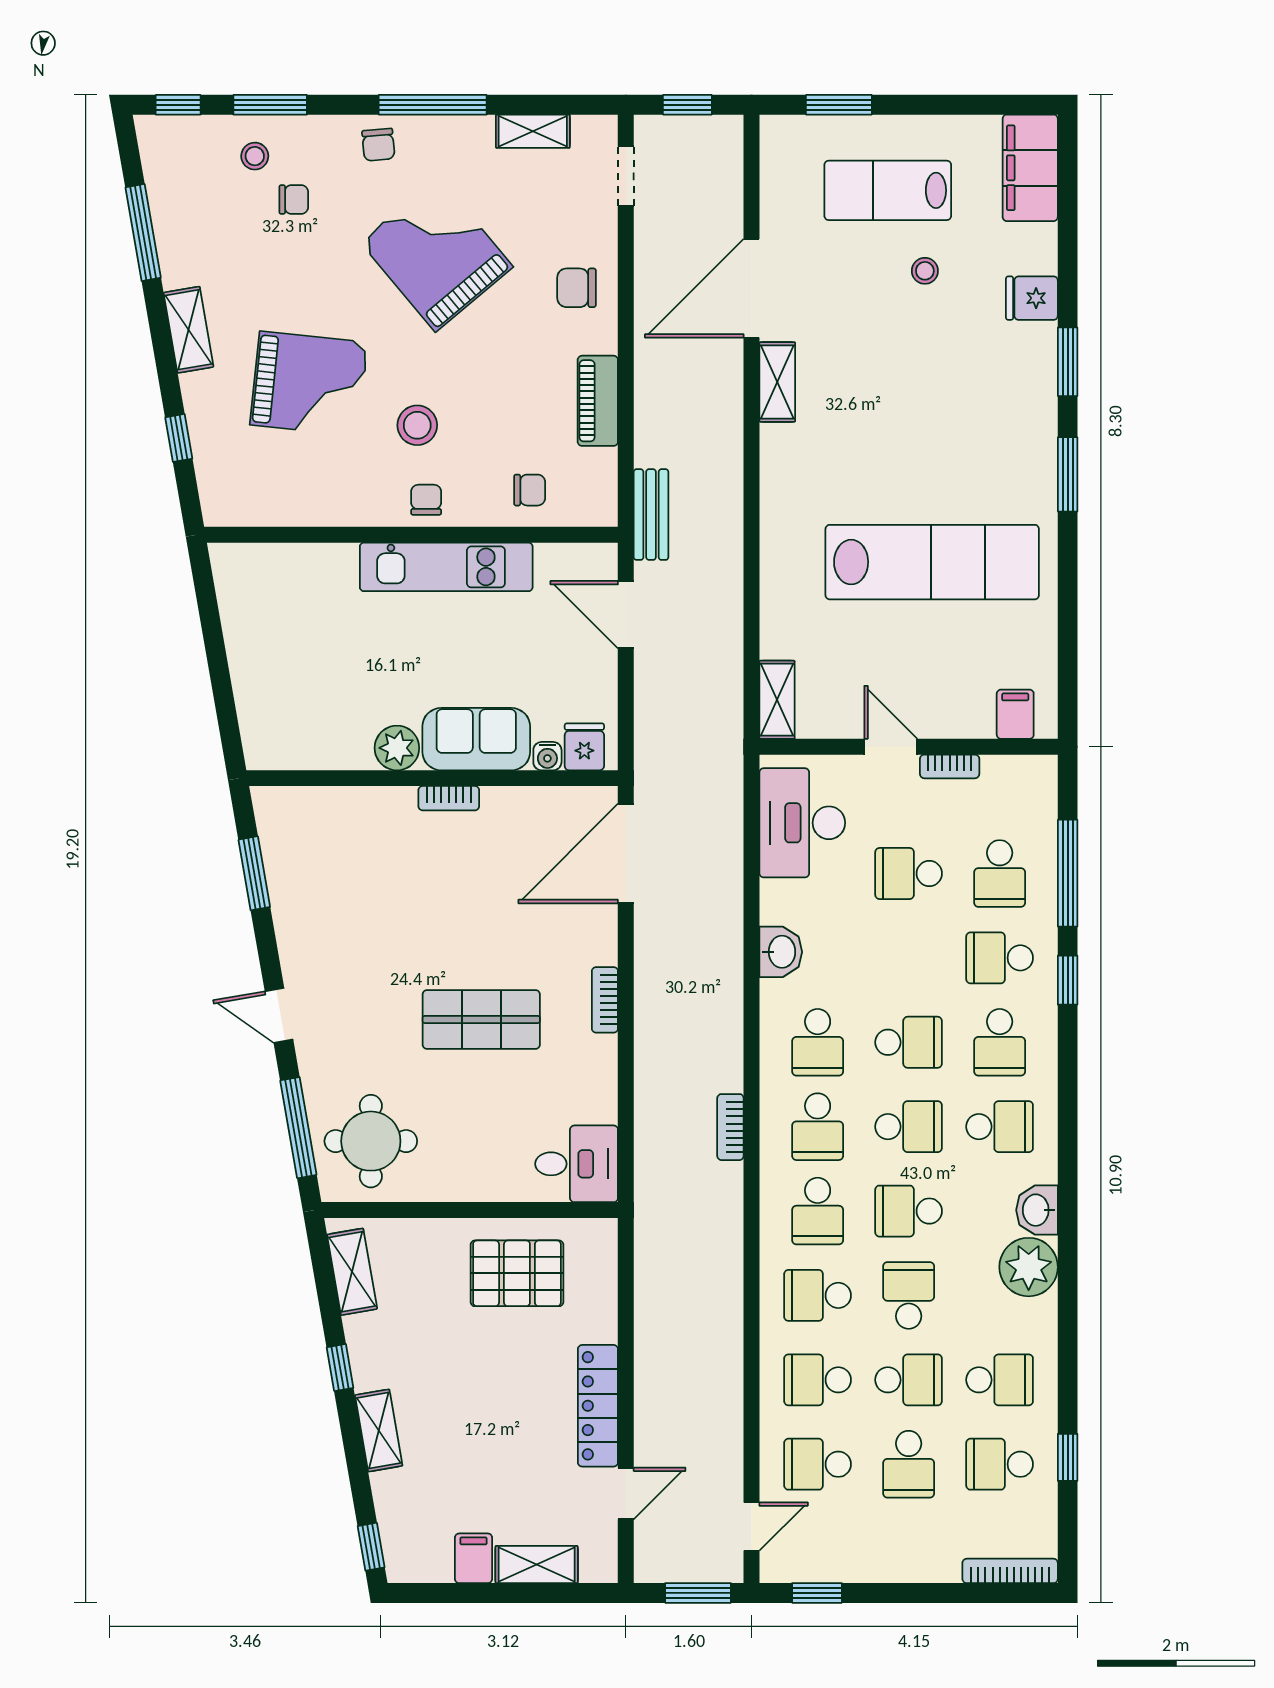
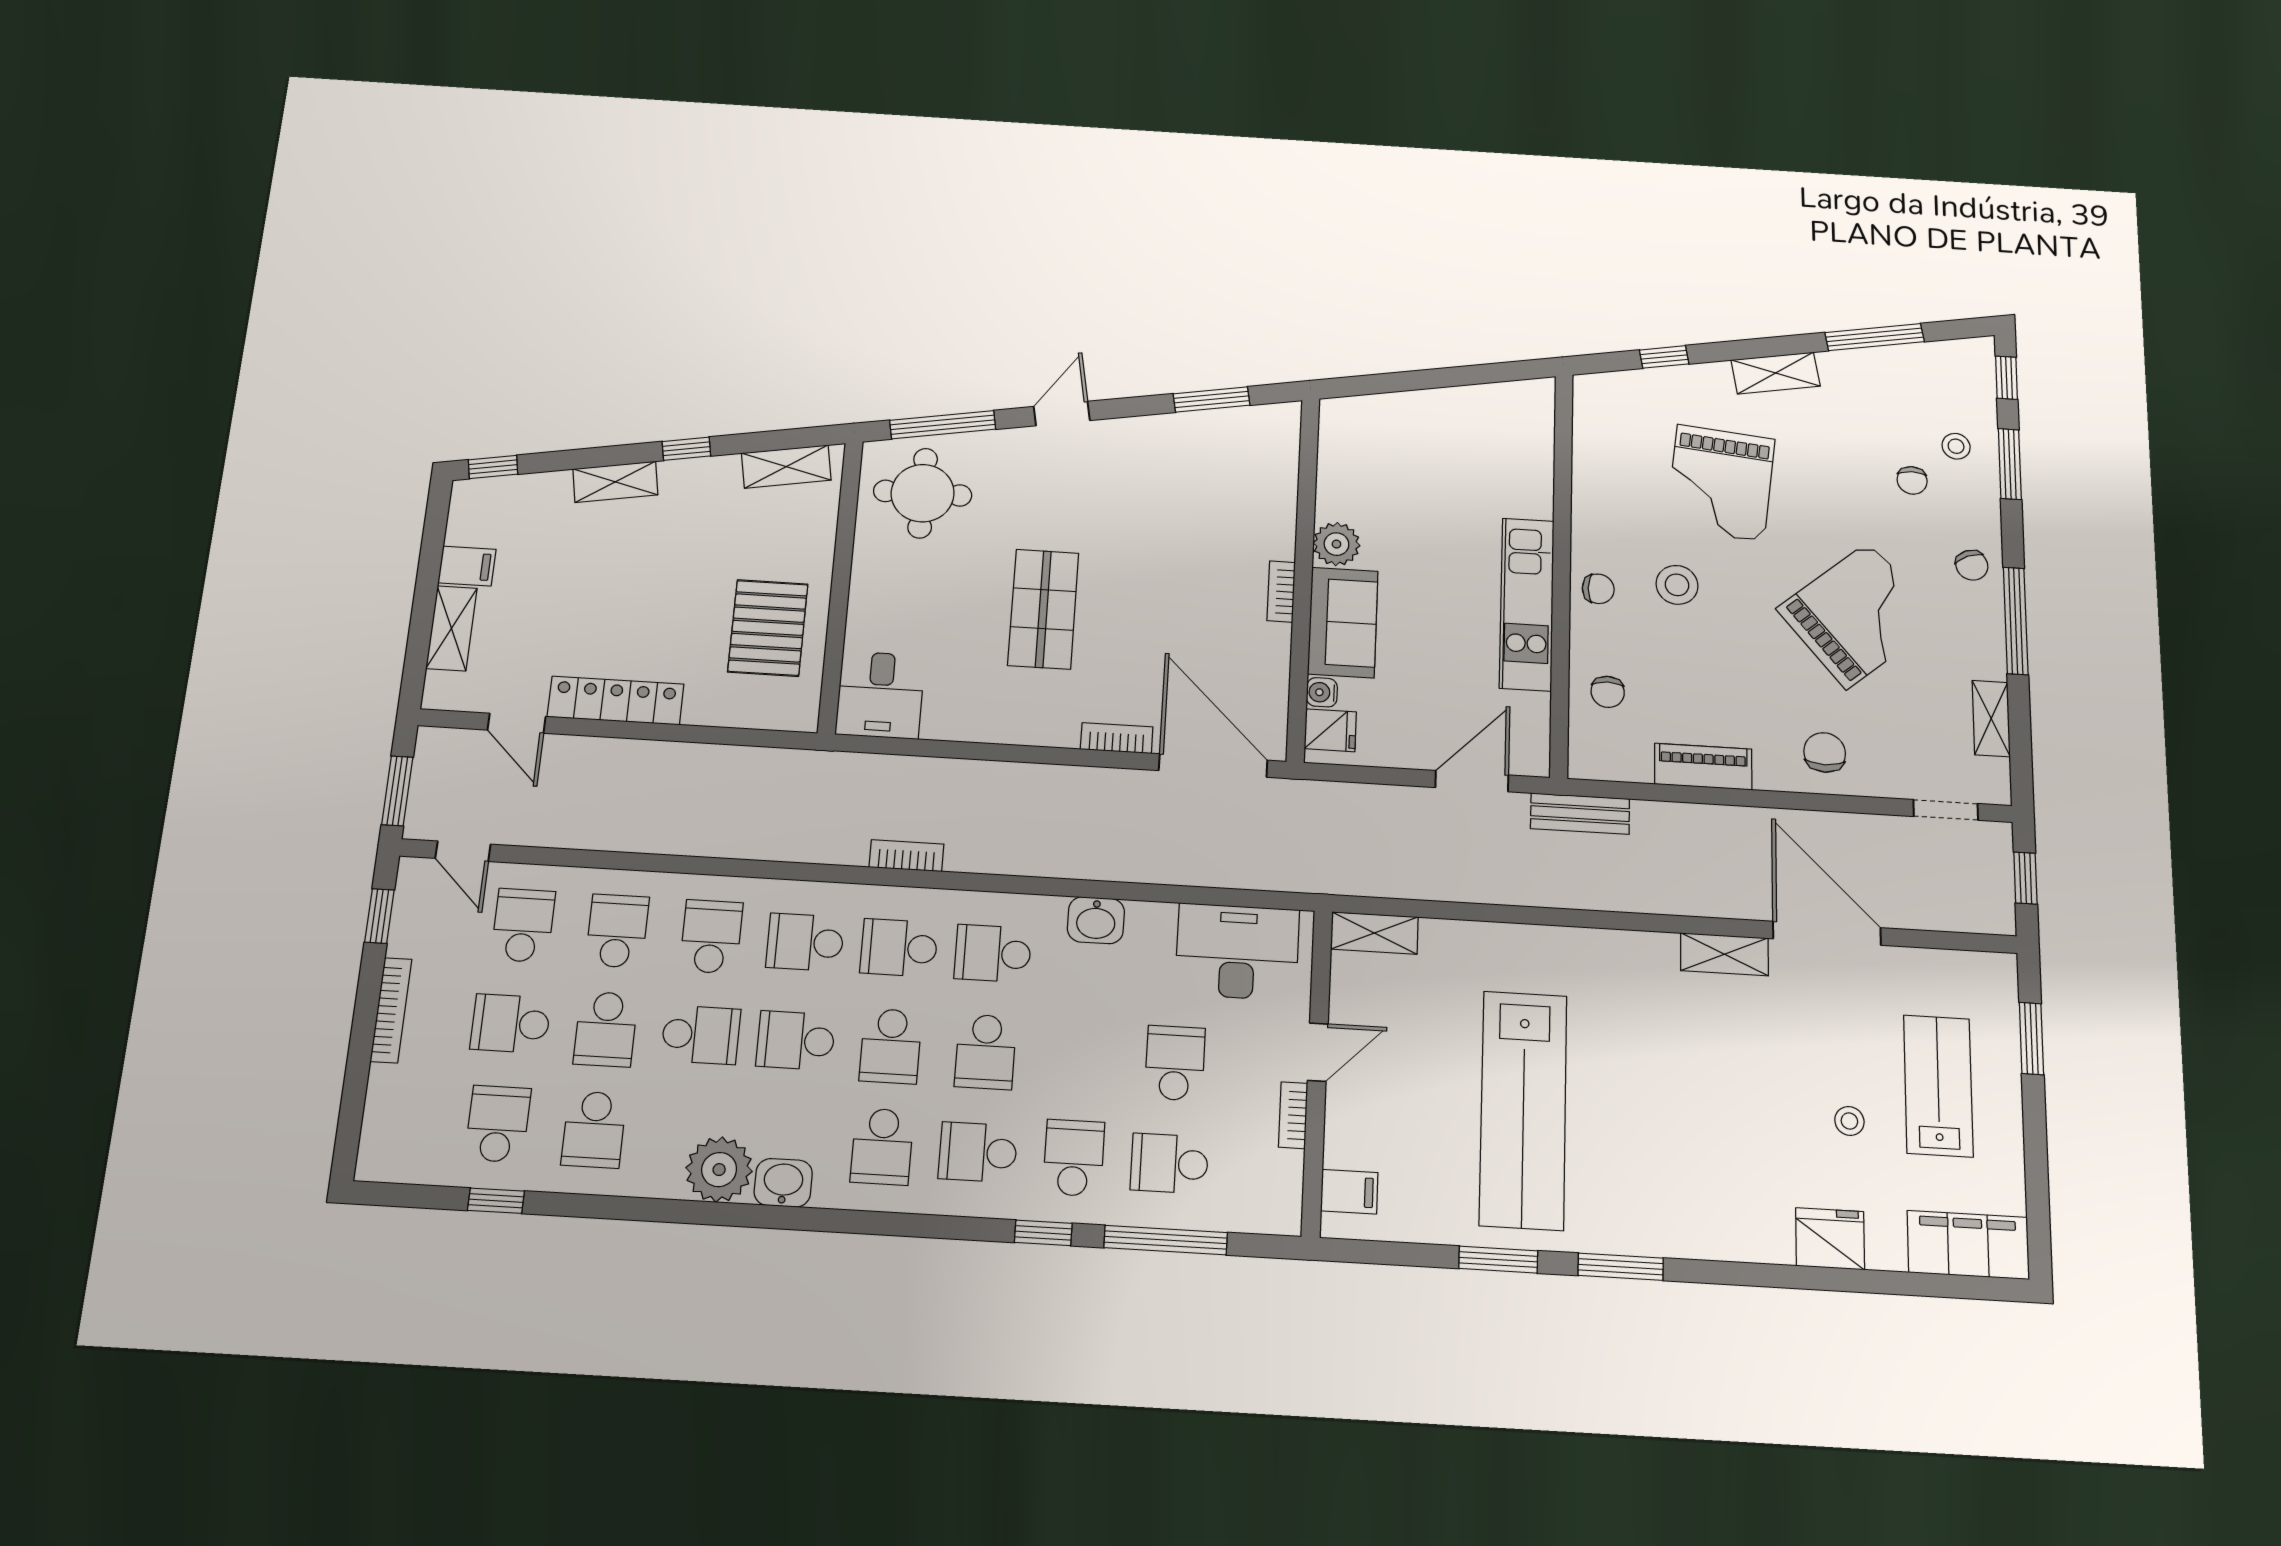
chair: (378, 145) -> (1972, 565), turned -107
fridge: (1032, 298) -> (1830, 1239), width x1.38
window: (1068, 362) -> (1498, 1260), moved
bookcase: (605, 1000) -> (1117, 738), moved
school desk: (909, 1211) -> (796, 1040), turned -90
bookcase: (1010, 1571) -> (391, 1010), moved

